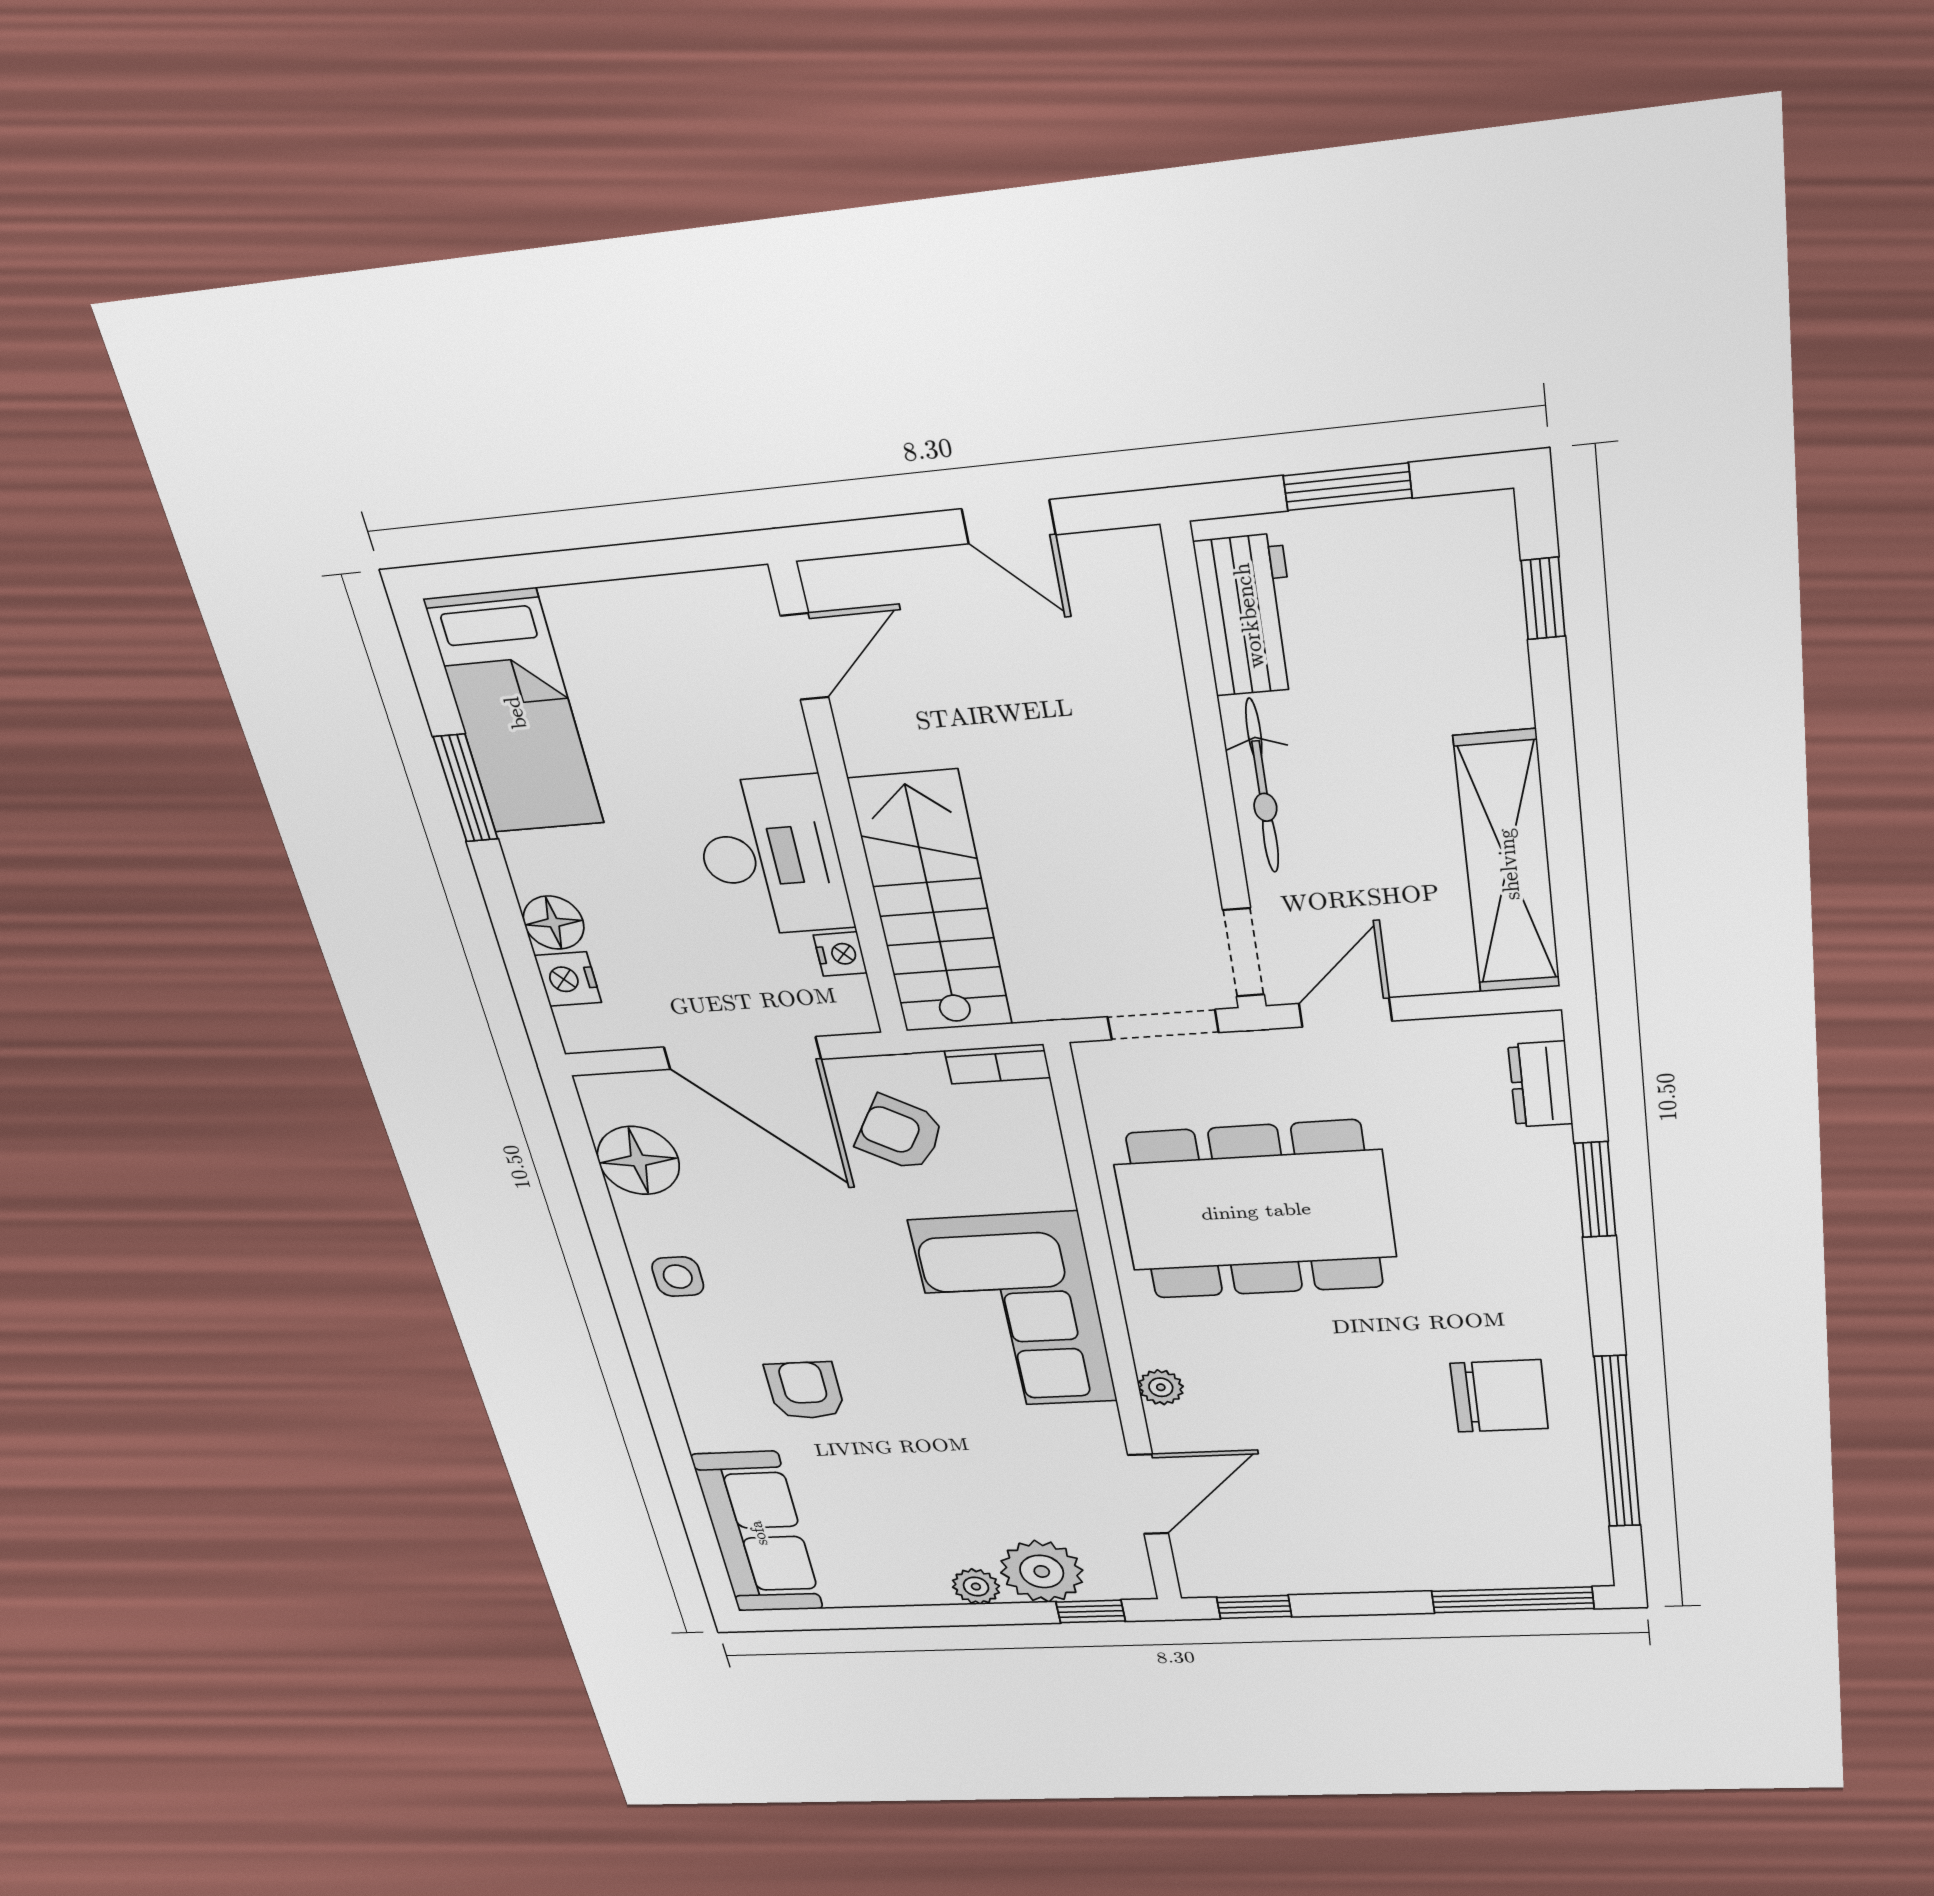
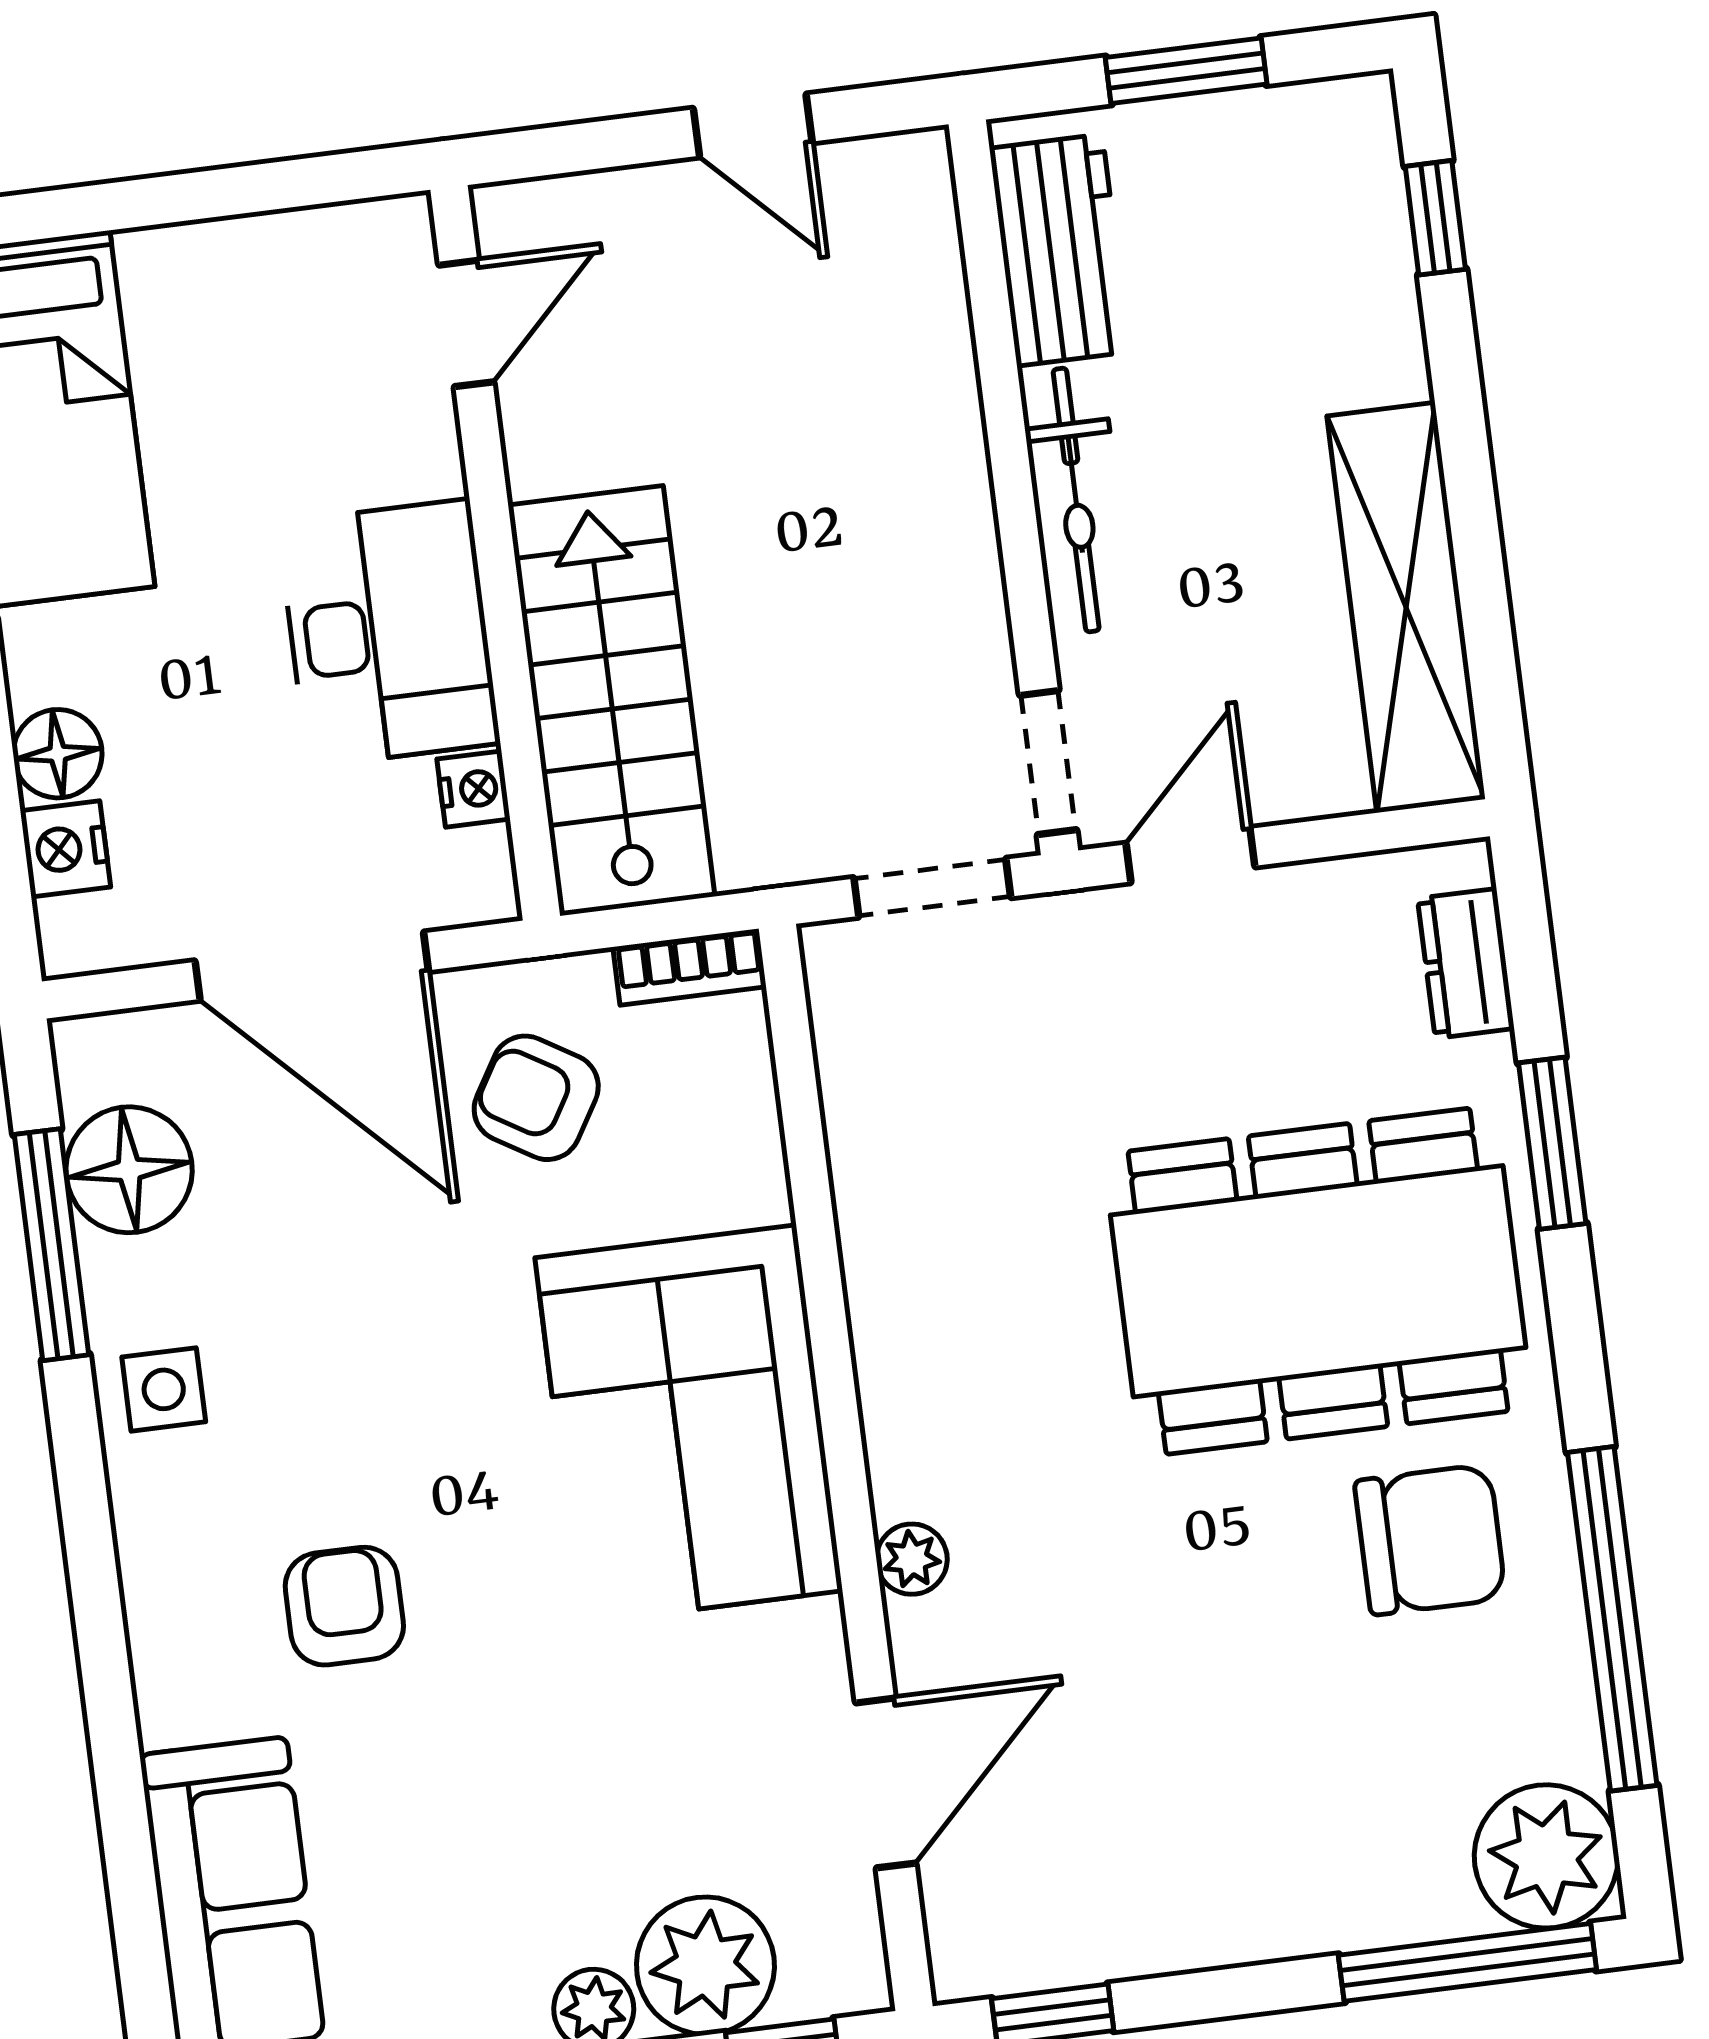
window: (595, 1198) -> (51, 1245), added
dining table: (1256, 1211) -> (1318, 1281), moved
plant: (1566, 1554) -> (1546, 1856), added

